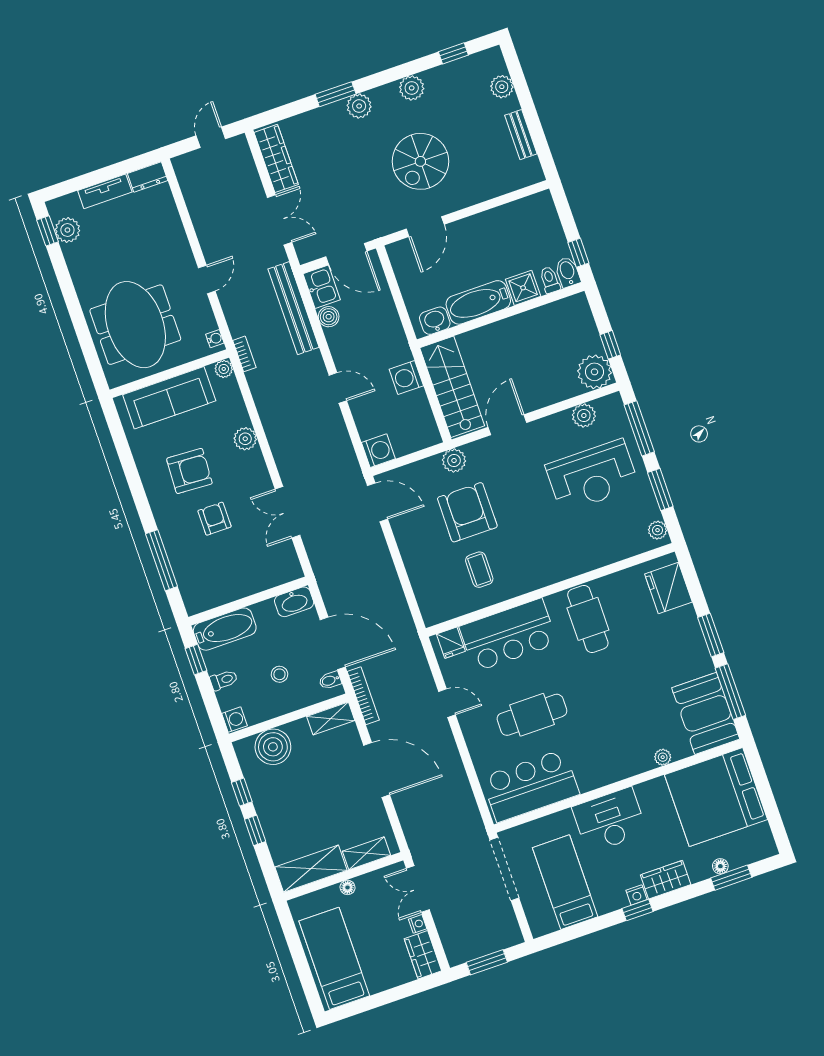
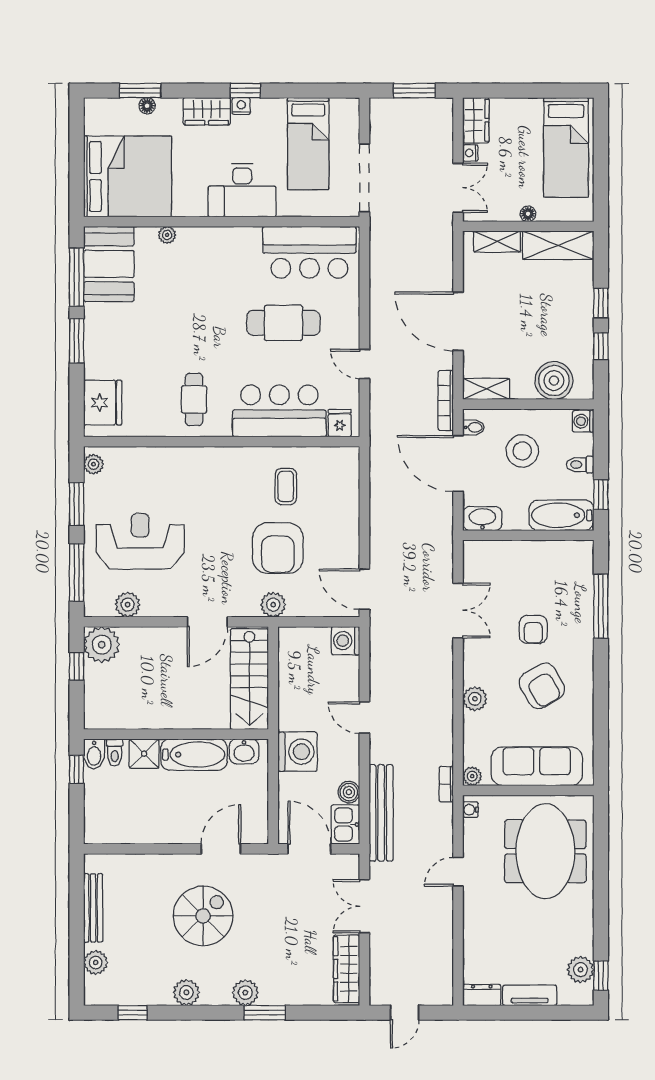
bench: (521, 135) -> (93, 908), width x1.36
washing machine: (406, 377) -> (298, 752), moved, width x1.37, depth x1.37
armchair: (189, 471) -> (542, 686), turned -123
cafe table: (588, 619) -> (194, 399), width x0.73, depth x0.74
stool: (279, 674) -> (522, 451), width x1.89, depth x1.89

